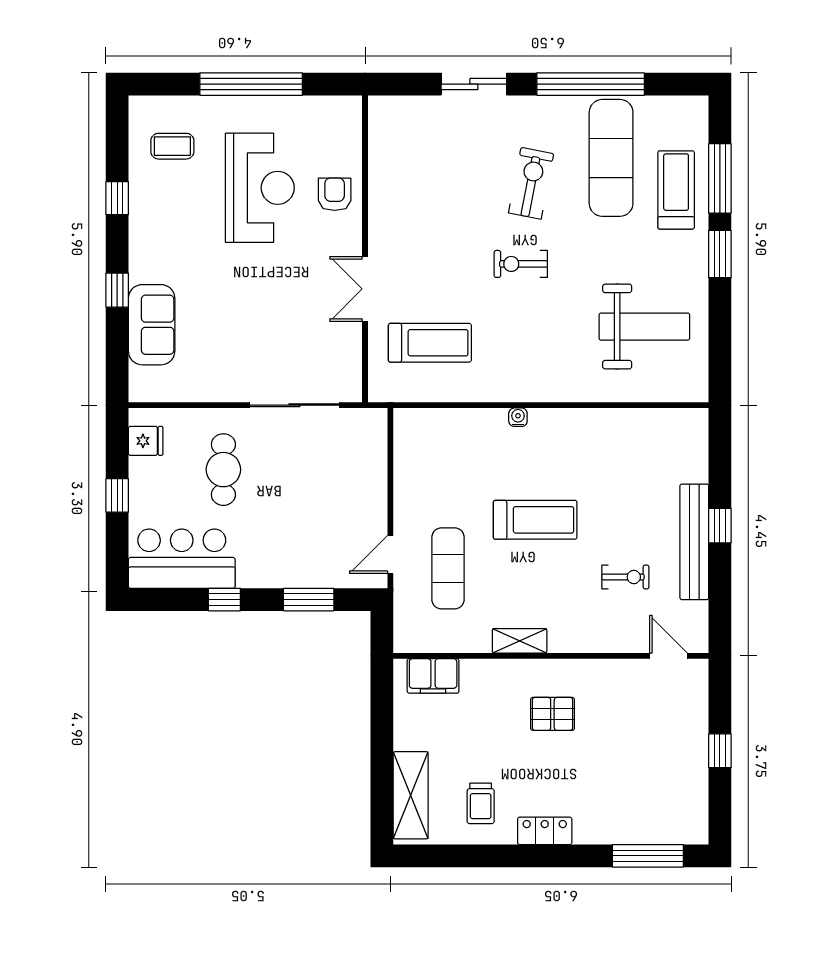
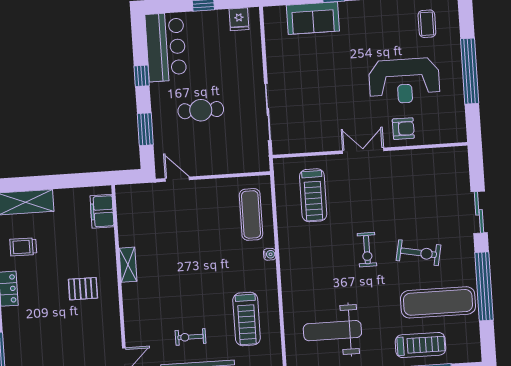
exercise bike: (521, 264) -> (367, 250), turned 180
double door: (365, 289) -> (363, 151), moved
weight bench: (644, 327) -> (332, 331), turned 90
cafe table: (223, 470) -> (201, 110), moved
treadmill: (535, 520) -> (247, 319), moved
exercise mat: (448, 568) -> (251, 214), moved, turned 90
exercise bike: (625, 577) -> (190, 337), moved, turned 90
pallet: (552, 714) -> (83, 289), turned 90

